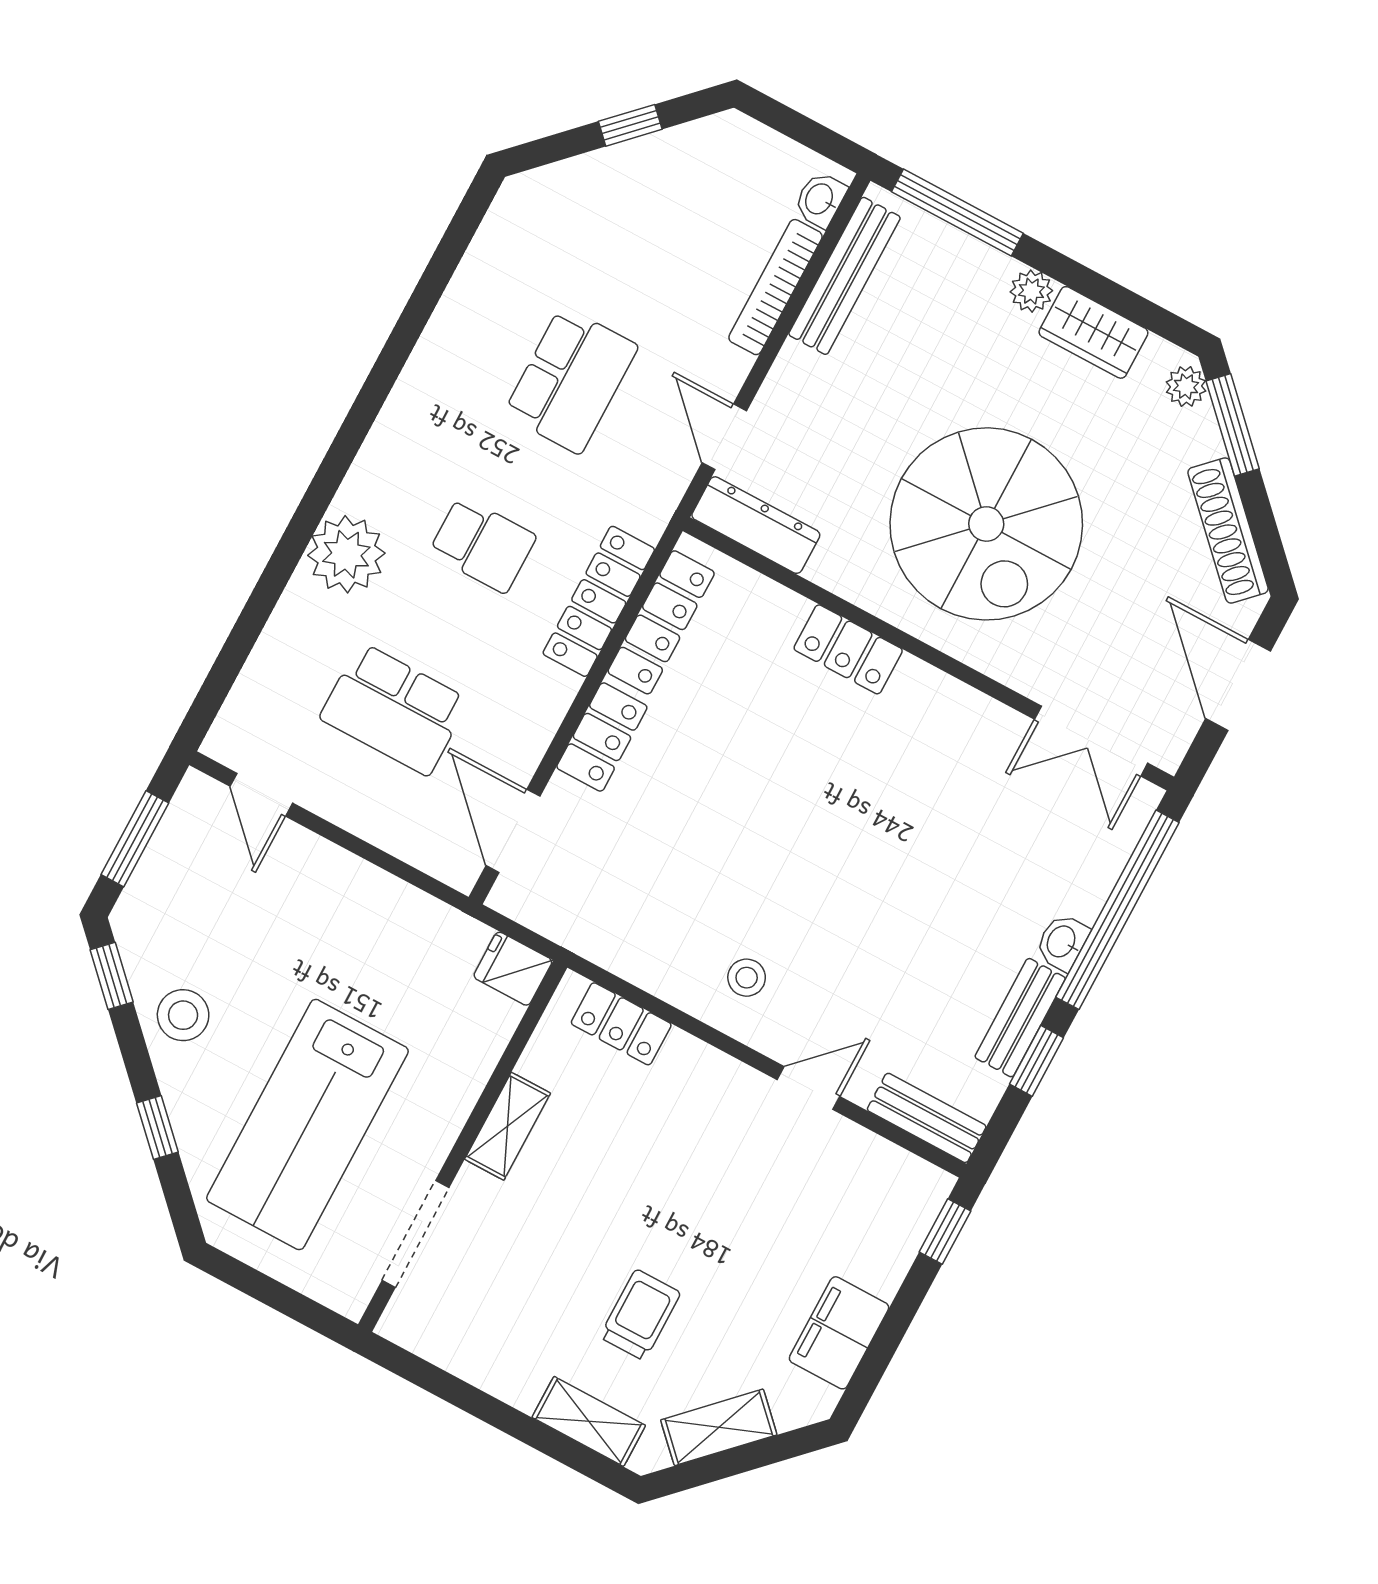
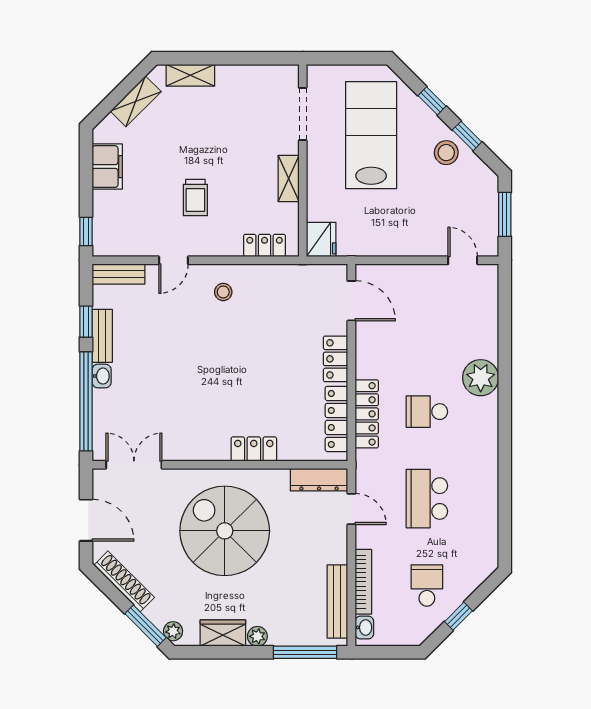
school desk: (394, 709) -> (427, 585), moved, width x0.54
fridge: (513, 969) -> (321, 239), width x1.38
window: (112, 976) -> (467, 136), moved
trolley: (640, 1315) -> (195, 197), moved

